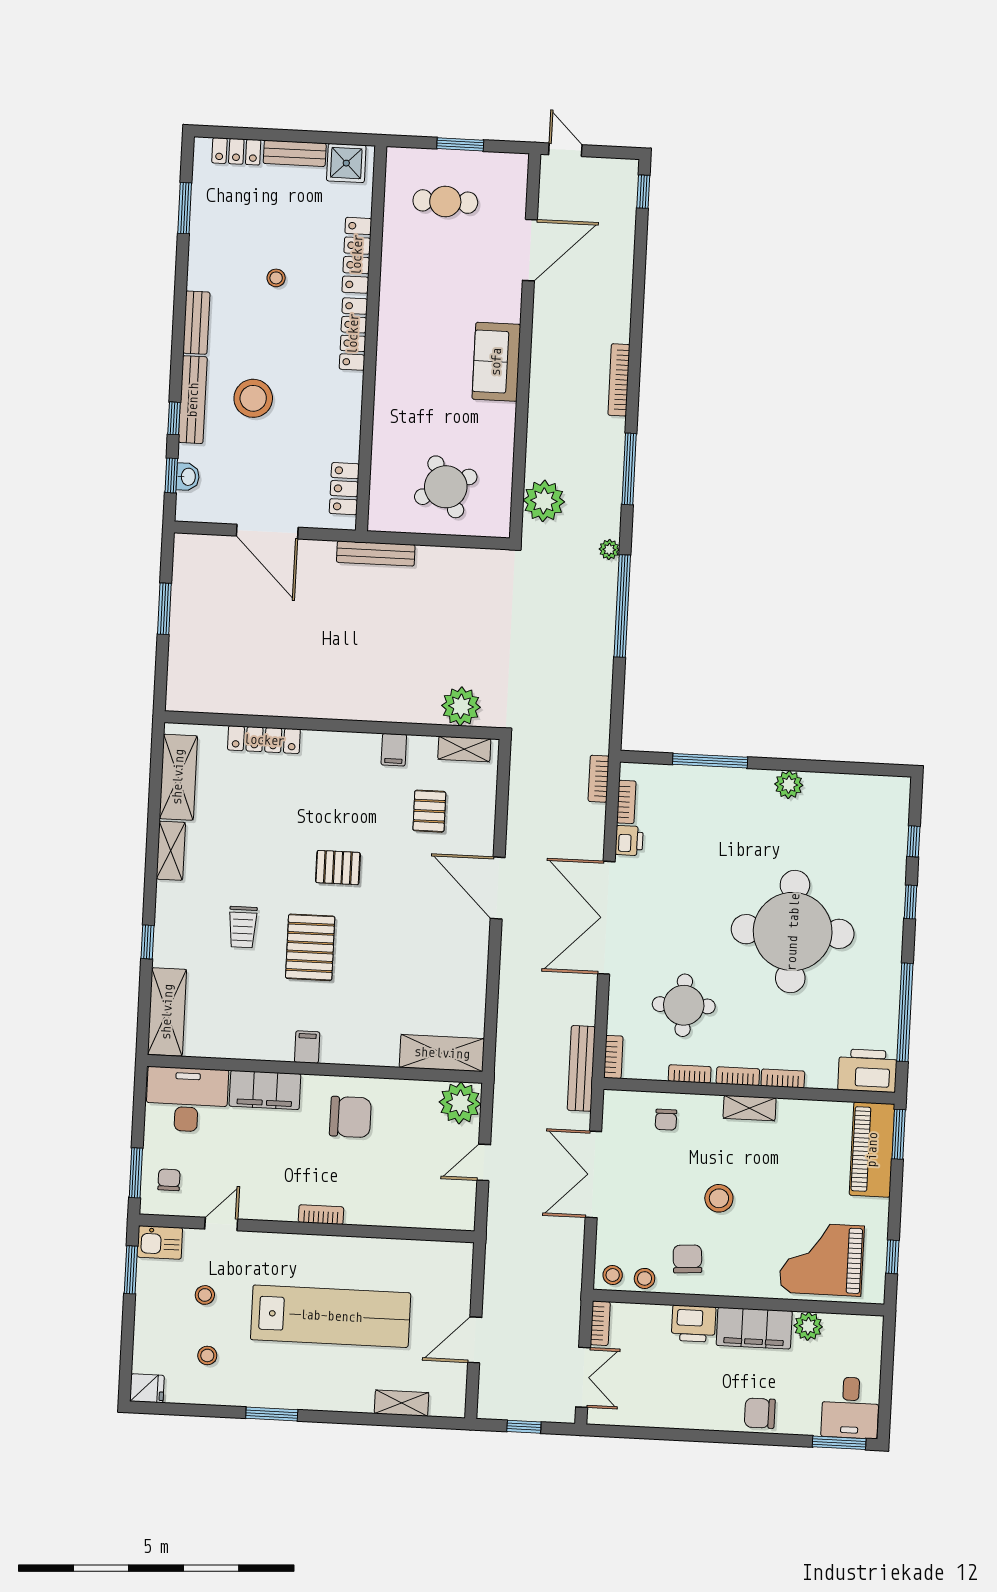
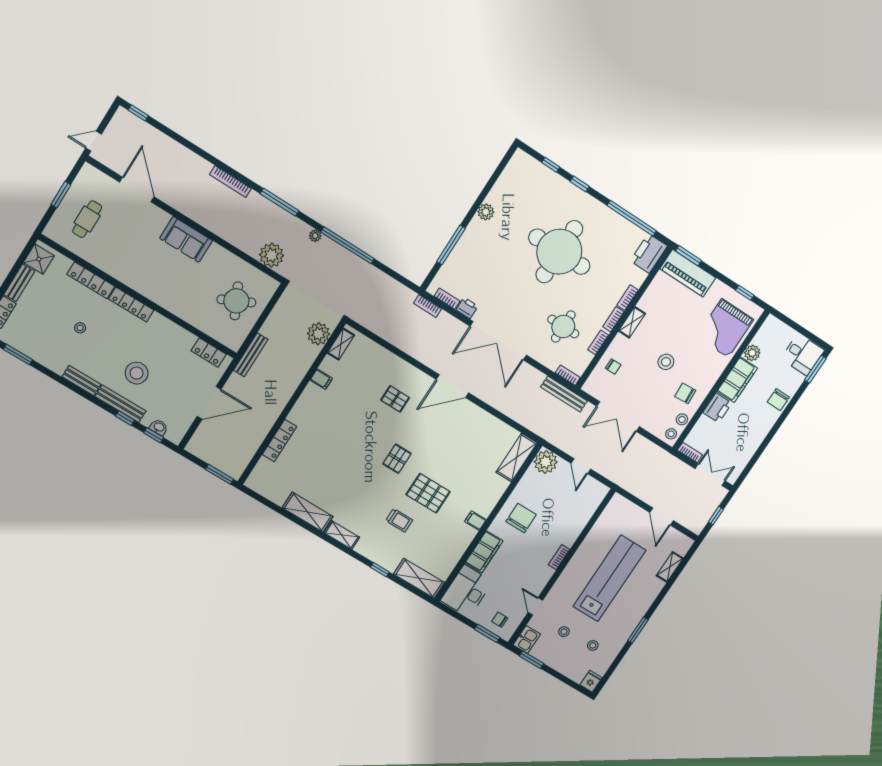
plant: (461, 706) -> (318, 334), moved
wall: (332, 725) -> (291, 403), moved
locker: (264, 740) -> (280, 441), moved
shelving: (464, 749) -> (341, 344), moved
filing cabinet: (394, 750) -> (321, 379), moved

